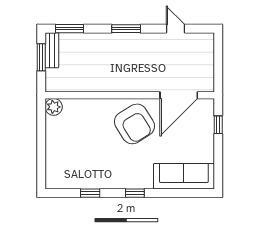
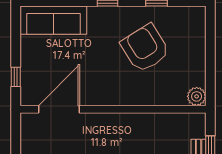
armchair: (134, 124) -> (145, 48), moved

